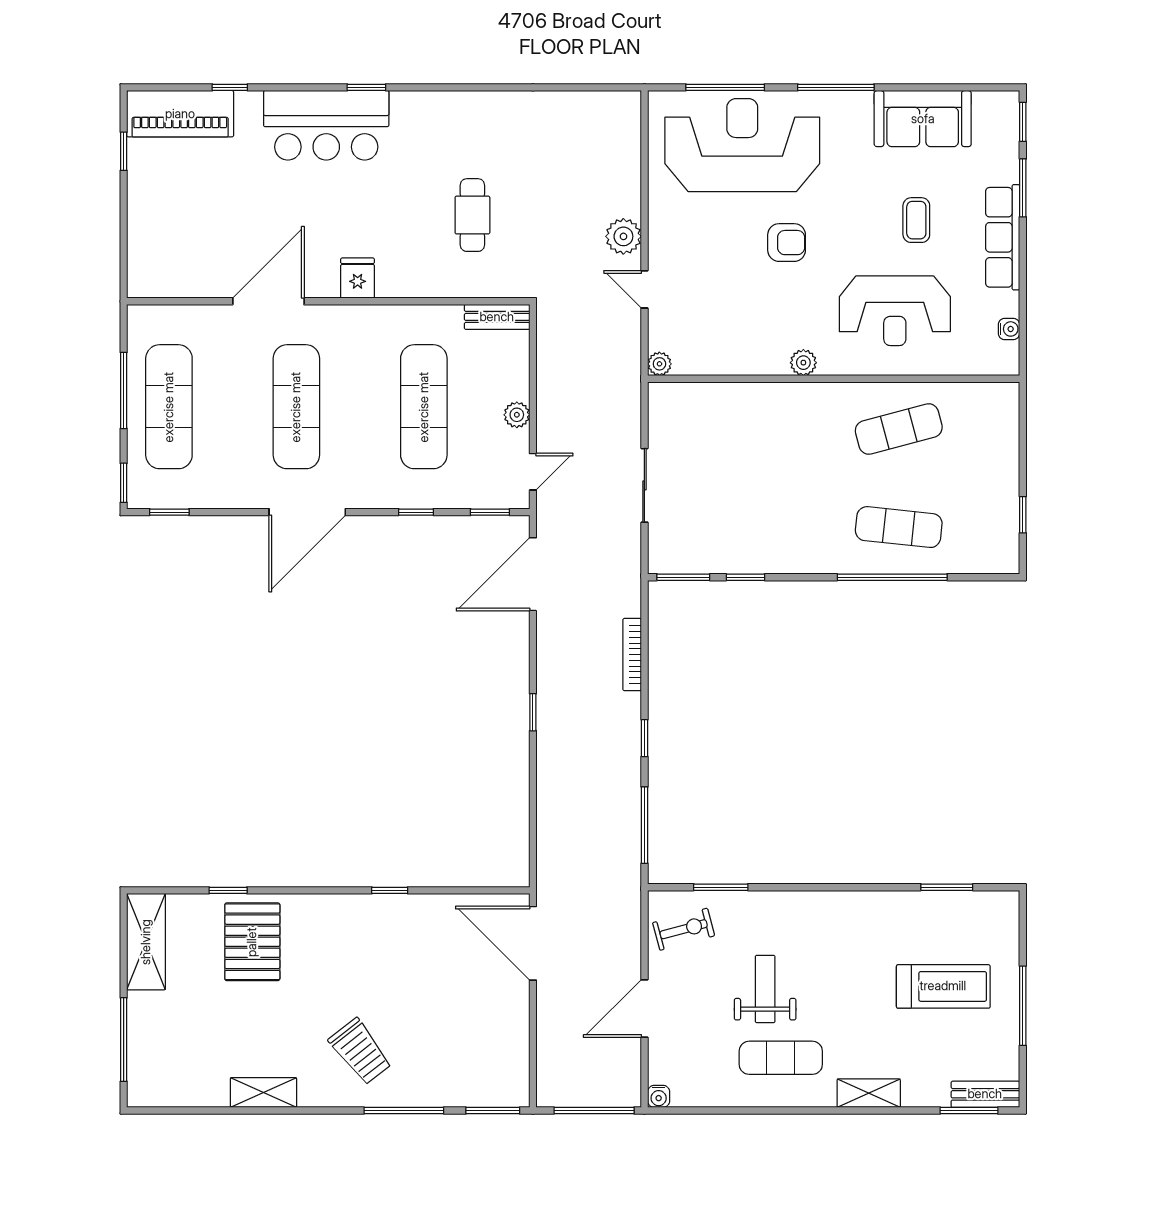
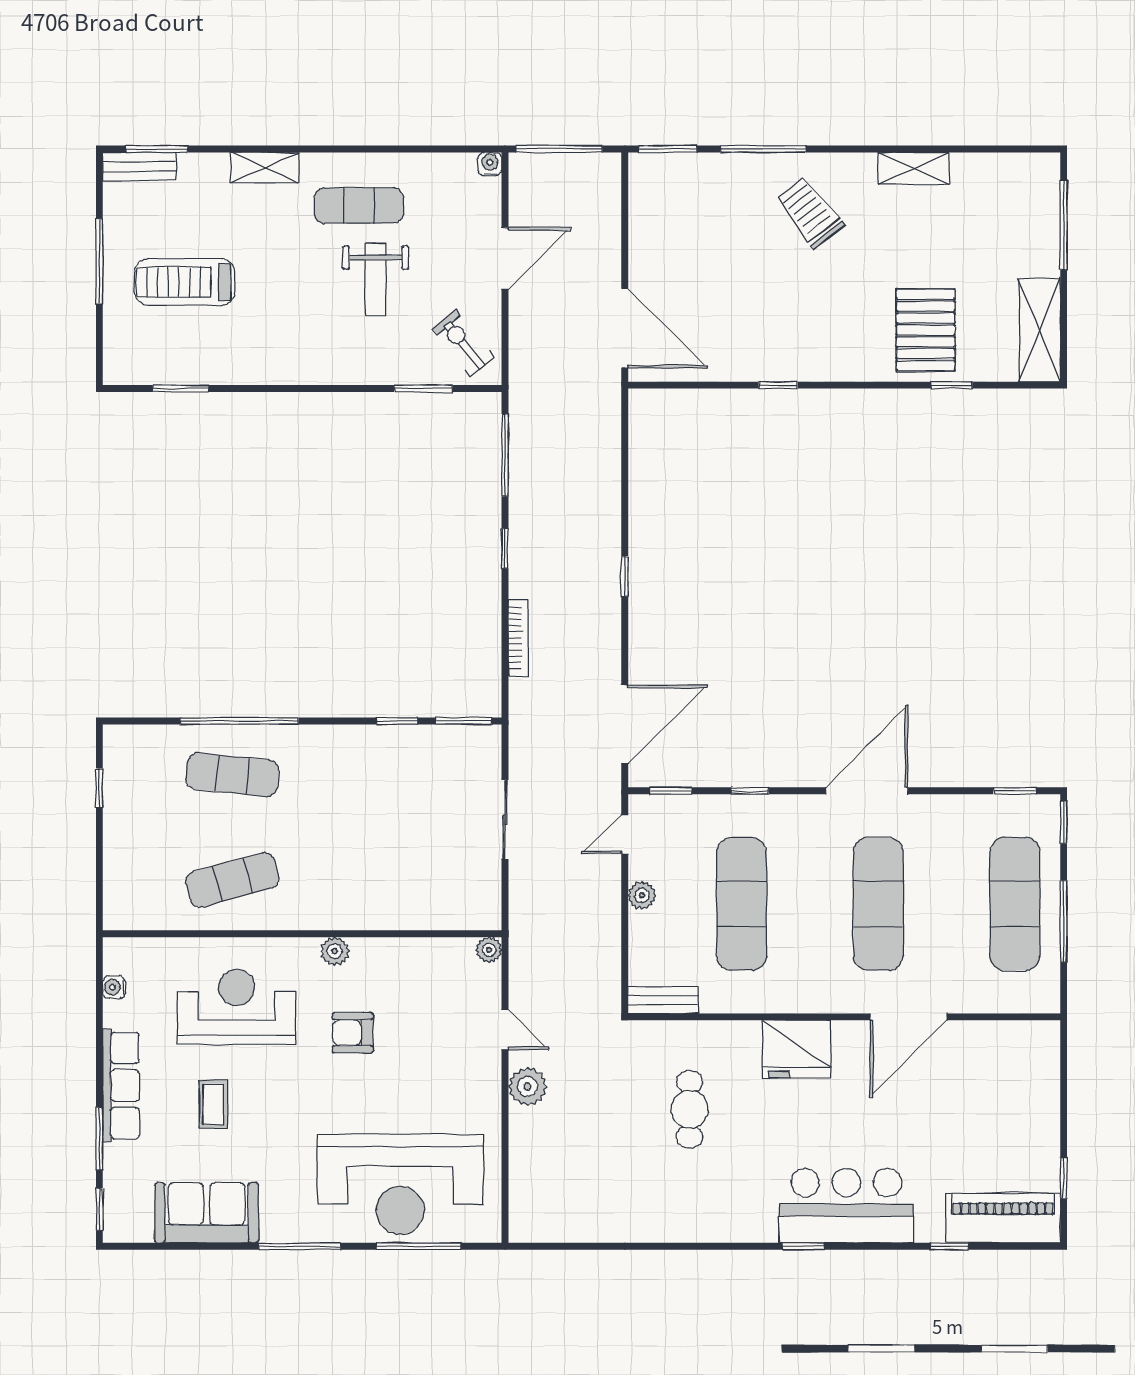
armchair: (787, 243) -> (353, 1033), moved
fridge: (358, 278) -> (797, 1049), width x1.88, depth x1.34
exercise bike: (684, 929) -> (463, 343), turned 66

